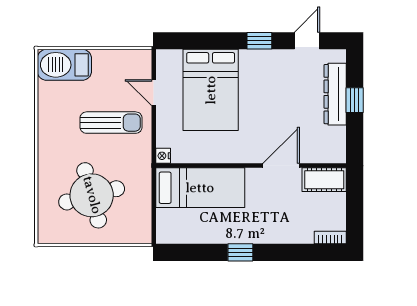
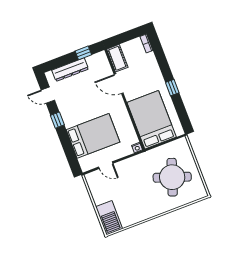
door: (154, 93) -> (106, 165), hinge flipped
window: (355, 100) -> (83, 53), moved
sun lounger: (111, 123) -> (130, 182), removed
bed: (200, 188) -> (152, 120), width x1.50
round table: (92, 195) -> (172, 177), turned 34

